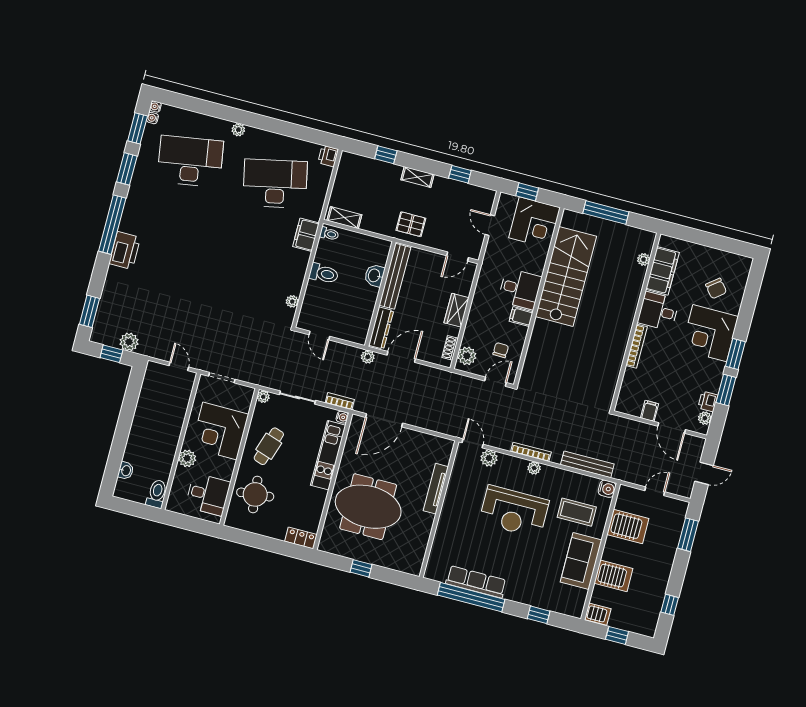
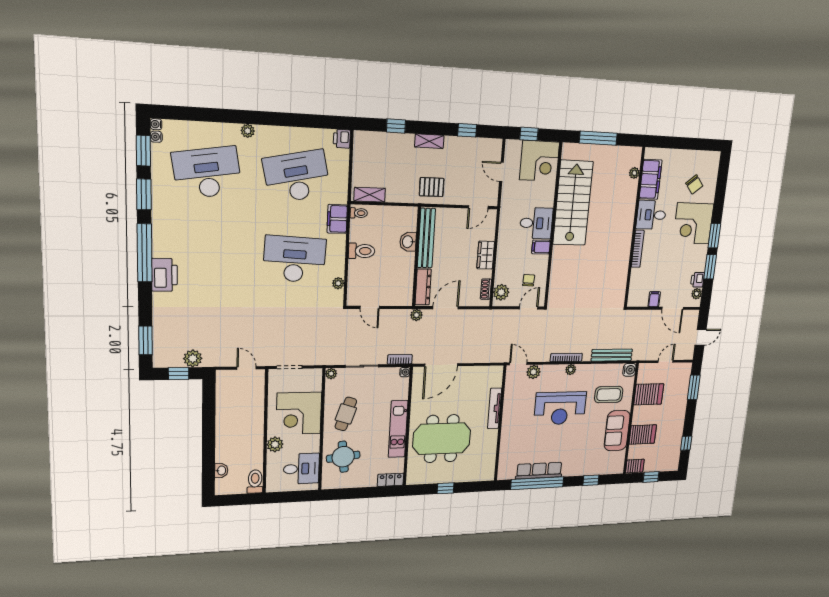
desk: (254, 266) -> (294, 259), added
kitchen unit: (328, 455) -> (398, 429), moved

